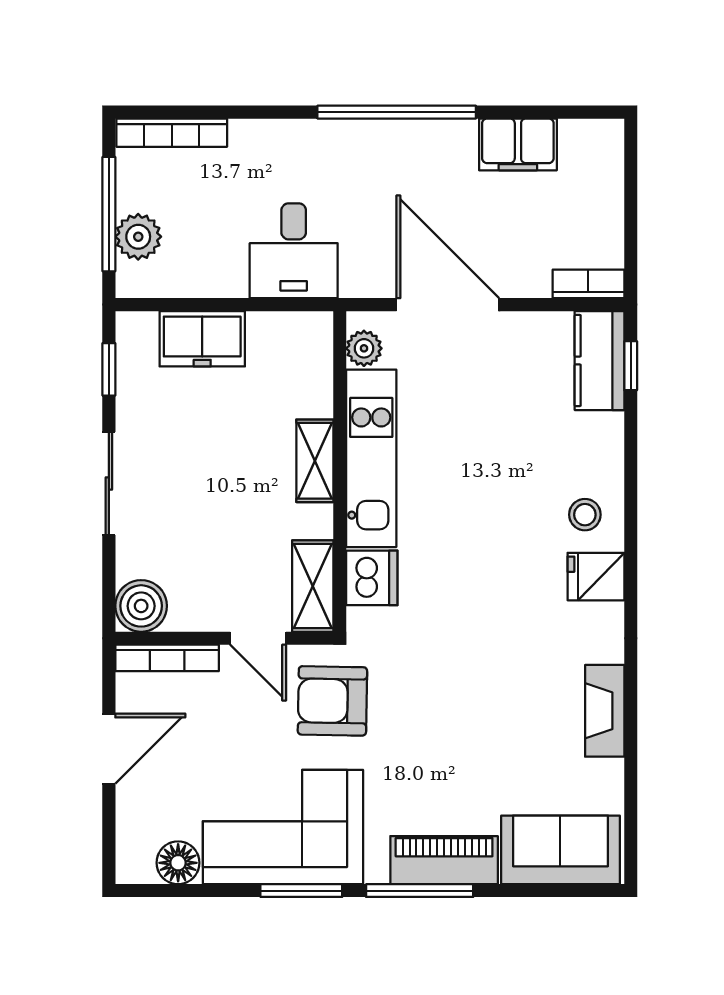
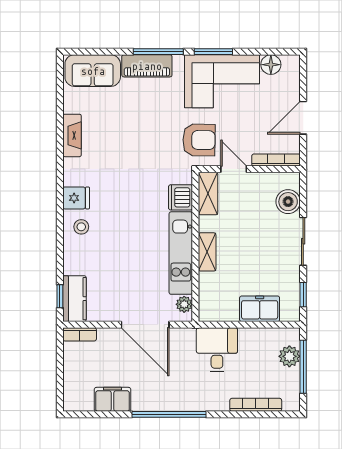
bookcase: (172, 133) -> (256, 405), moved
boiler: (141, 606) -> (288, 202), moved

